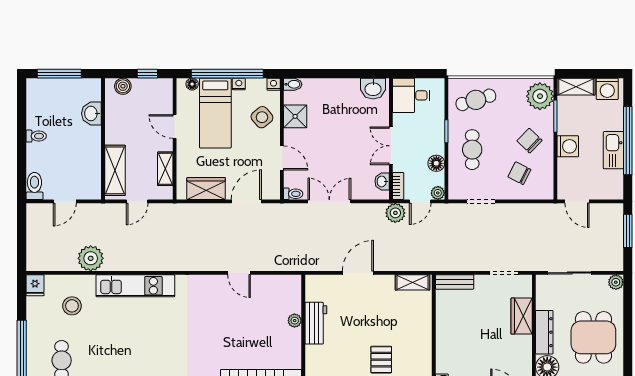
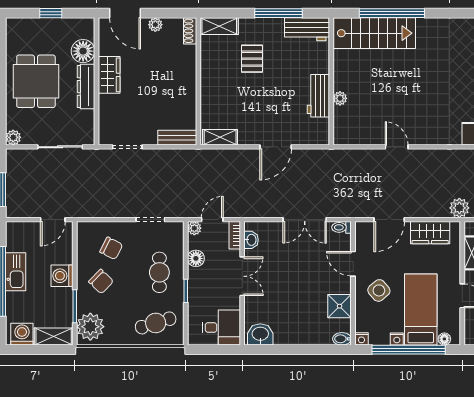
side table: (262, 117) -> (379, 290), moved
door: (577, 201) -> (53, 220), swing flipped
plant: (395, 213) -> (459, 208), moved
wardrobe: (522, 316) -> (109, 75), moved

